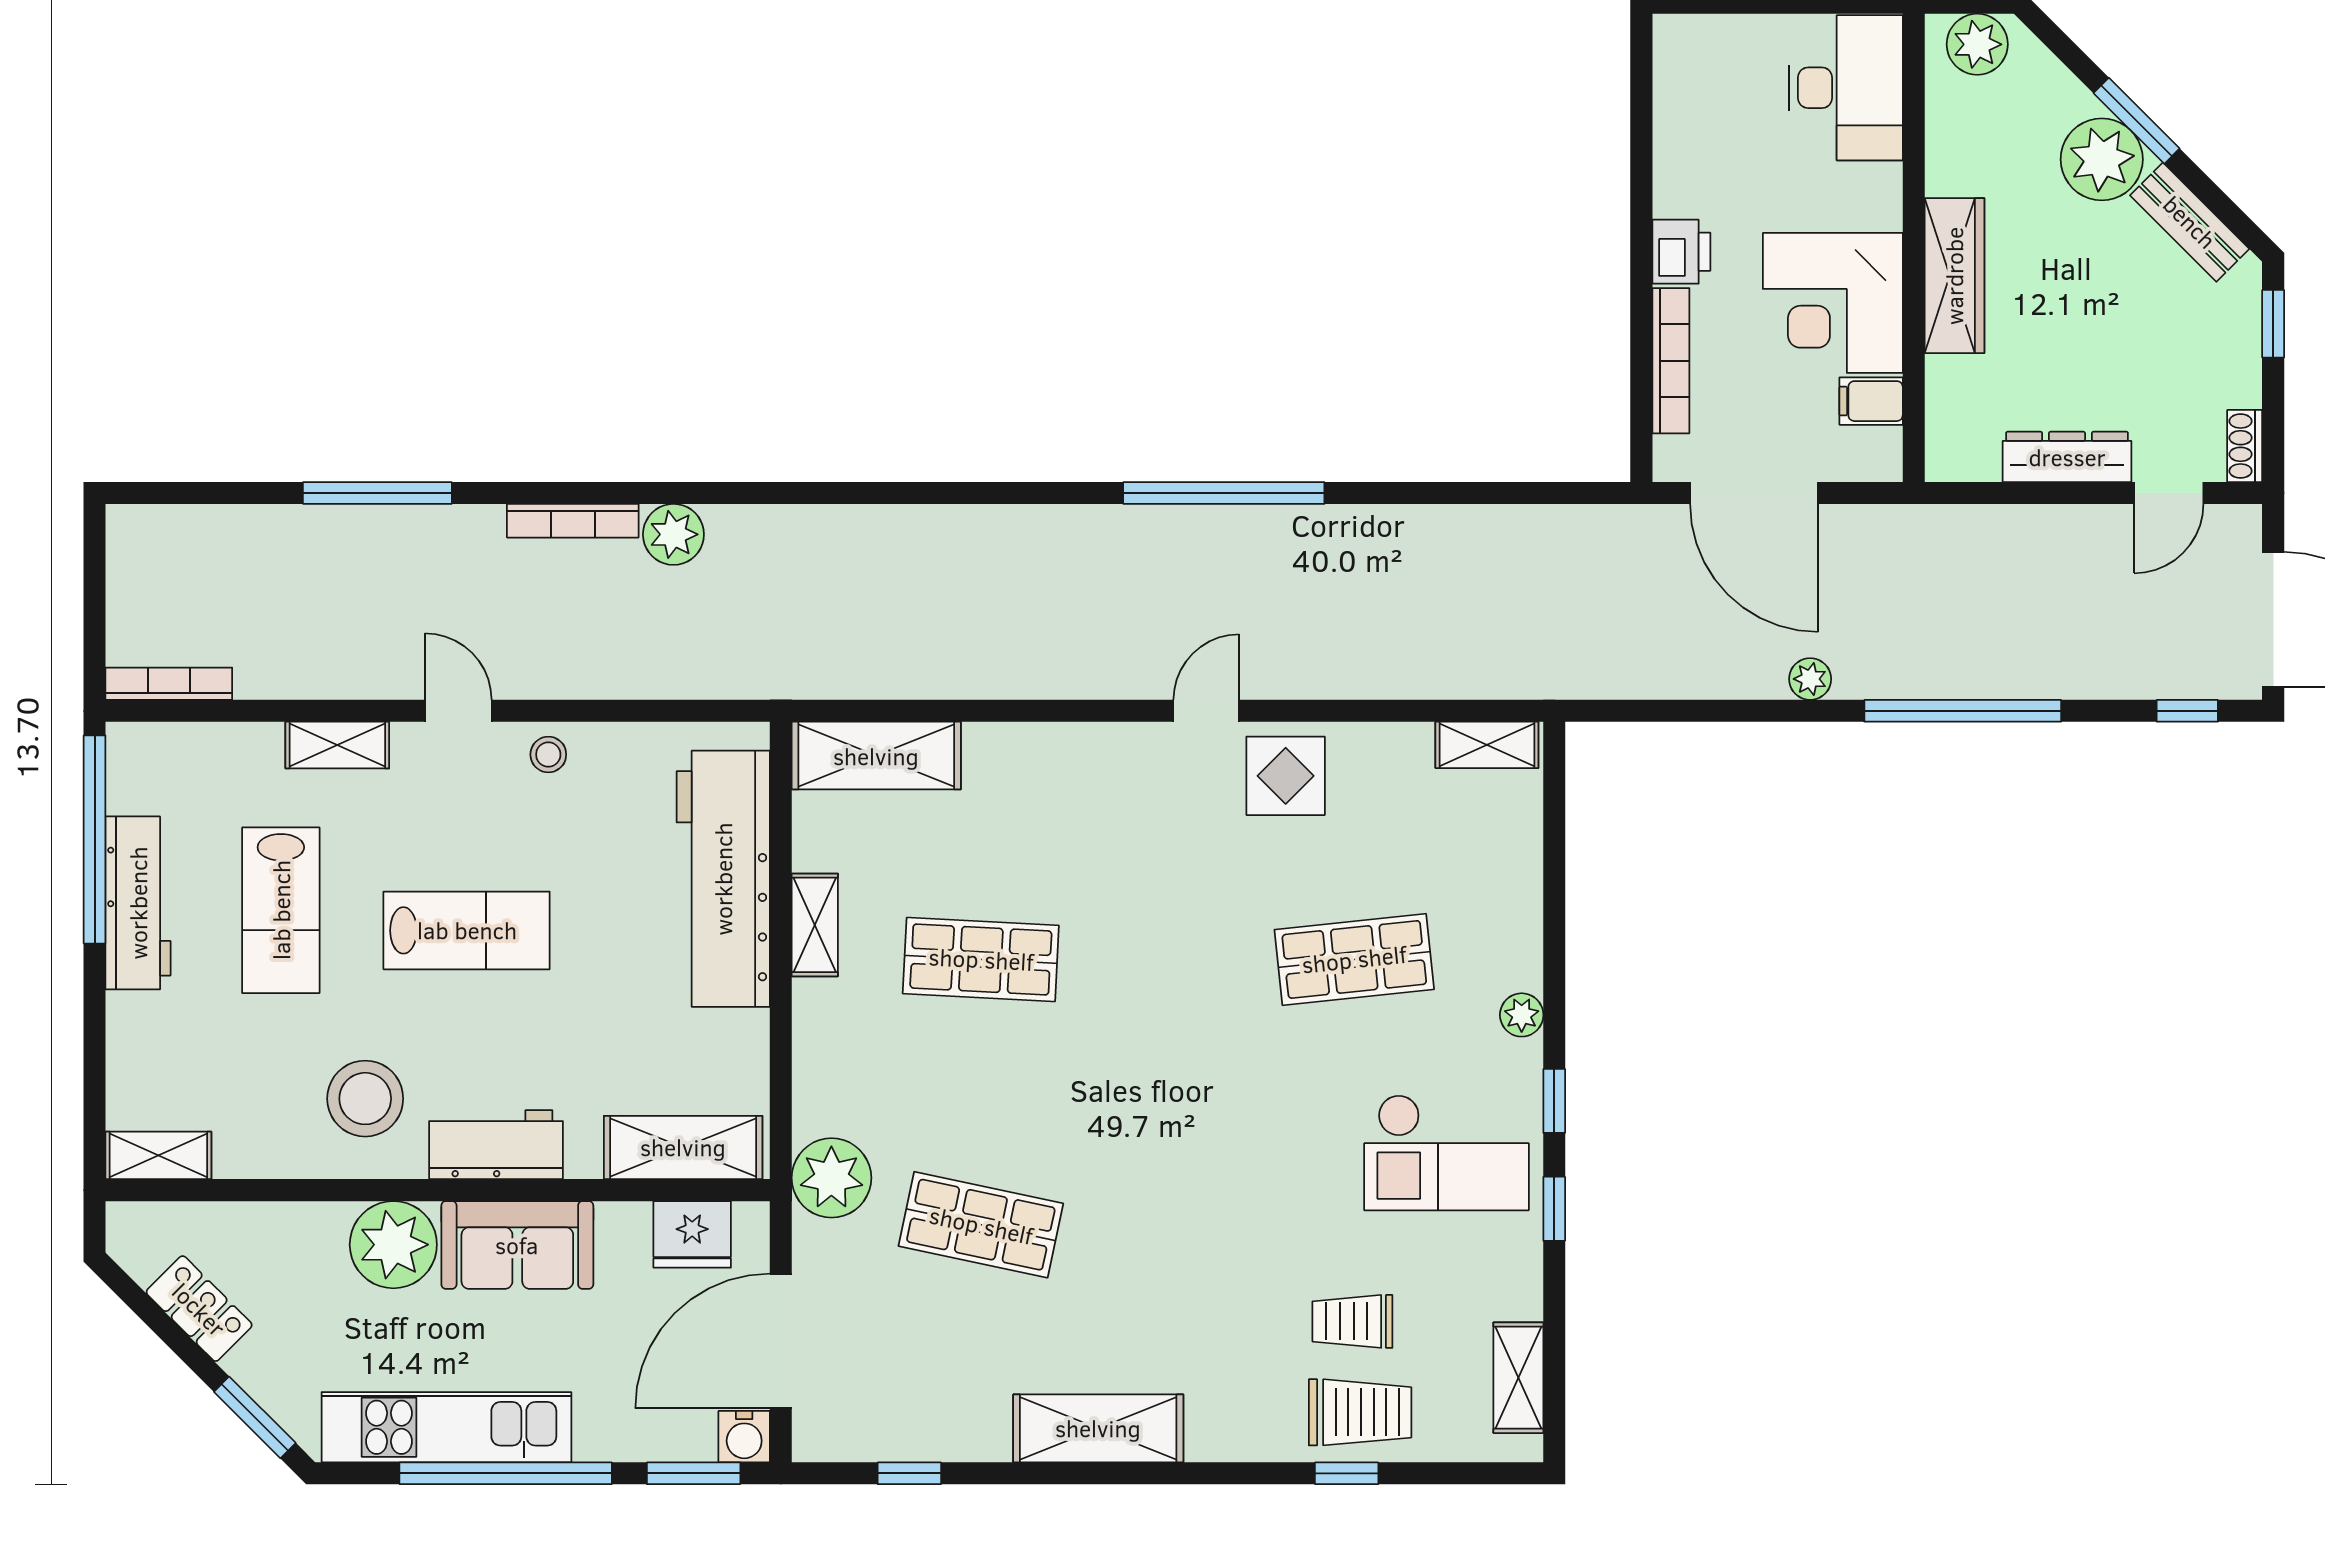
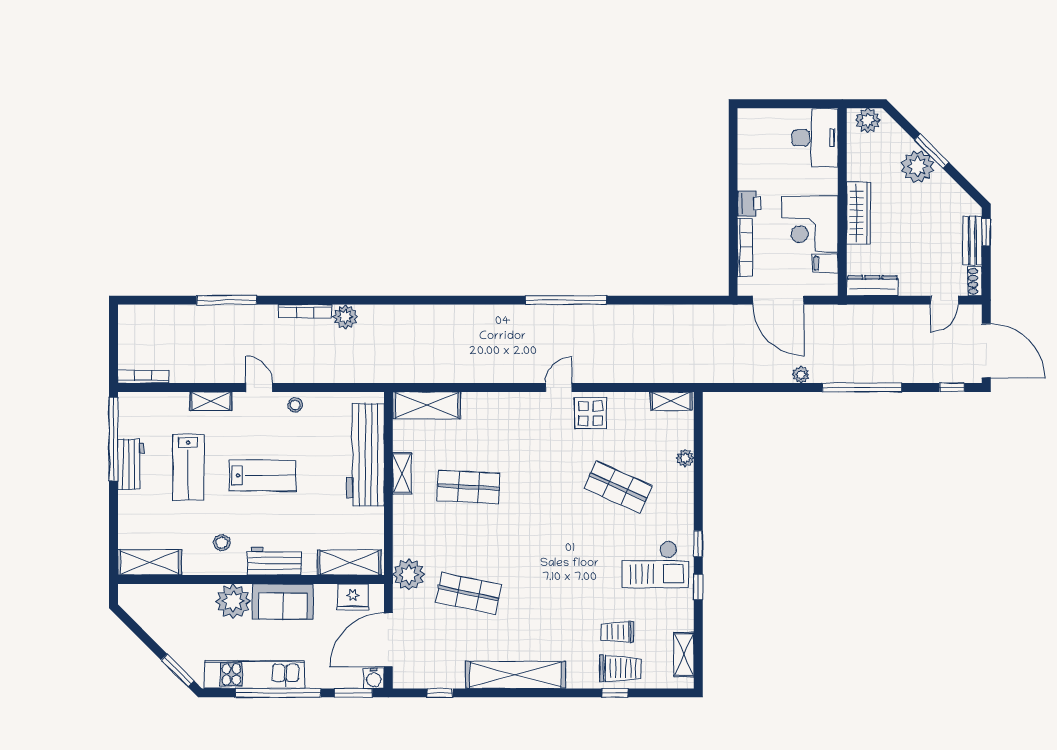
bench: (2190, 222) -> (973, 241), moved, turned 45
dresser: (2067, 457) -> (872, 286), moved
workbench: (138, 903) -> (131, 464), width x0.73
shop shelf: (1354, 959) -> (618, 487), turned 30
plant: (1522, 1015) -> (685, 458), moved
stool: (365, 1099) -> (222, 543), width x0.53, depth x0.53
shelving: (158, 1155) -> (150, 562), width x1.50, depth x1.33
locker: (199, 1309) -> (155, 627), removed
shelving: (1098, 1428) -> (516, 675), width x1.47

